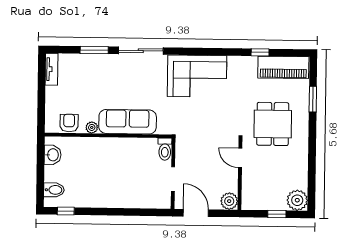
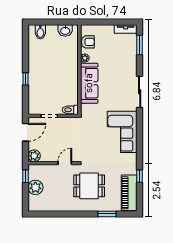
window: (94, 50) -> (140, 45), moved
plant: (297, 200) -> (35, 187), moved
window: (66, 211) -> (25, 79), moved
window: (277, 214) -> (25, 176), moved

